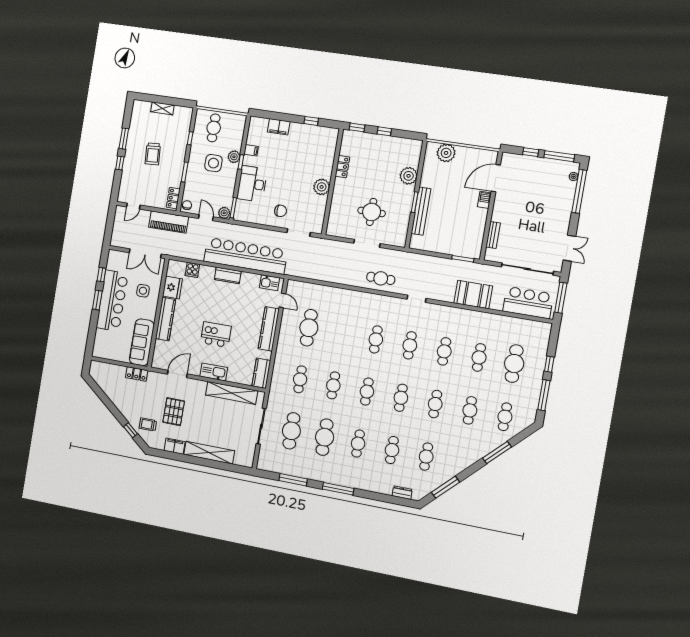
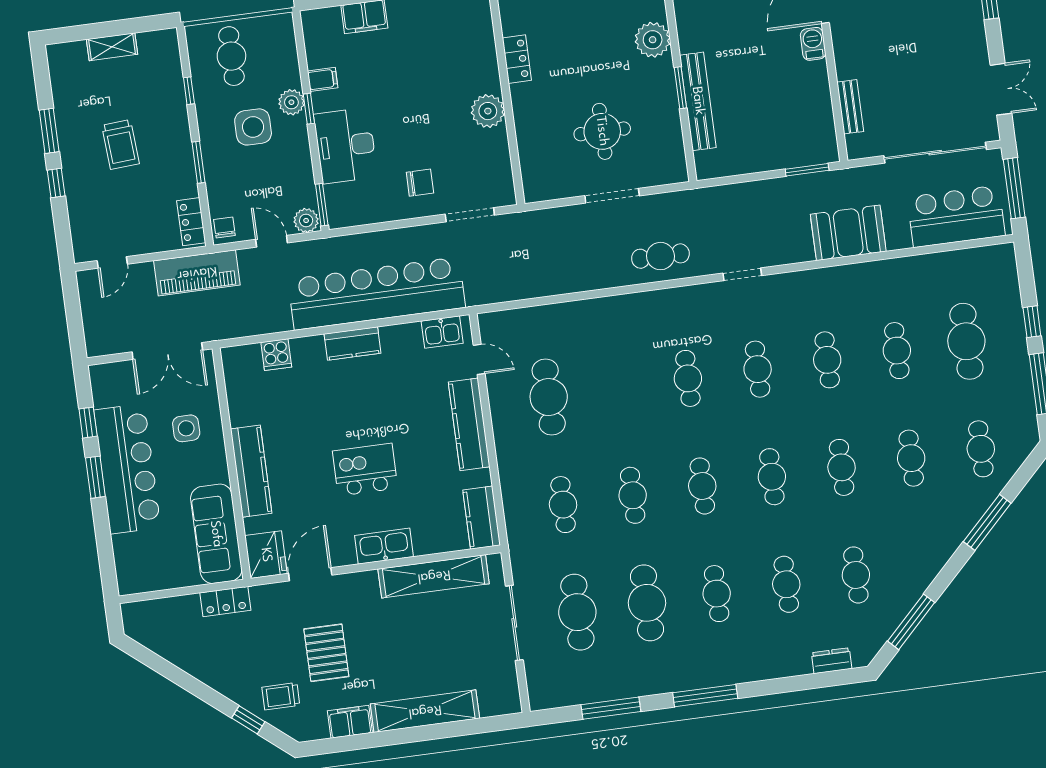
fridge: (172, 287) -> (266, 555), moved

